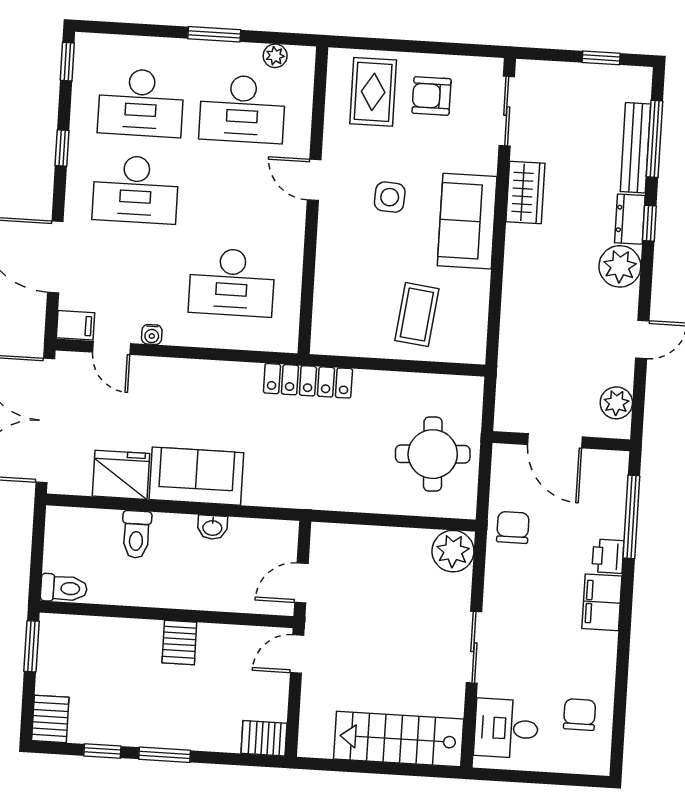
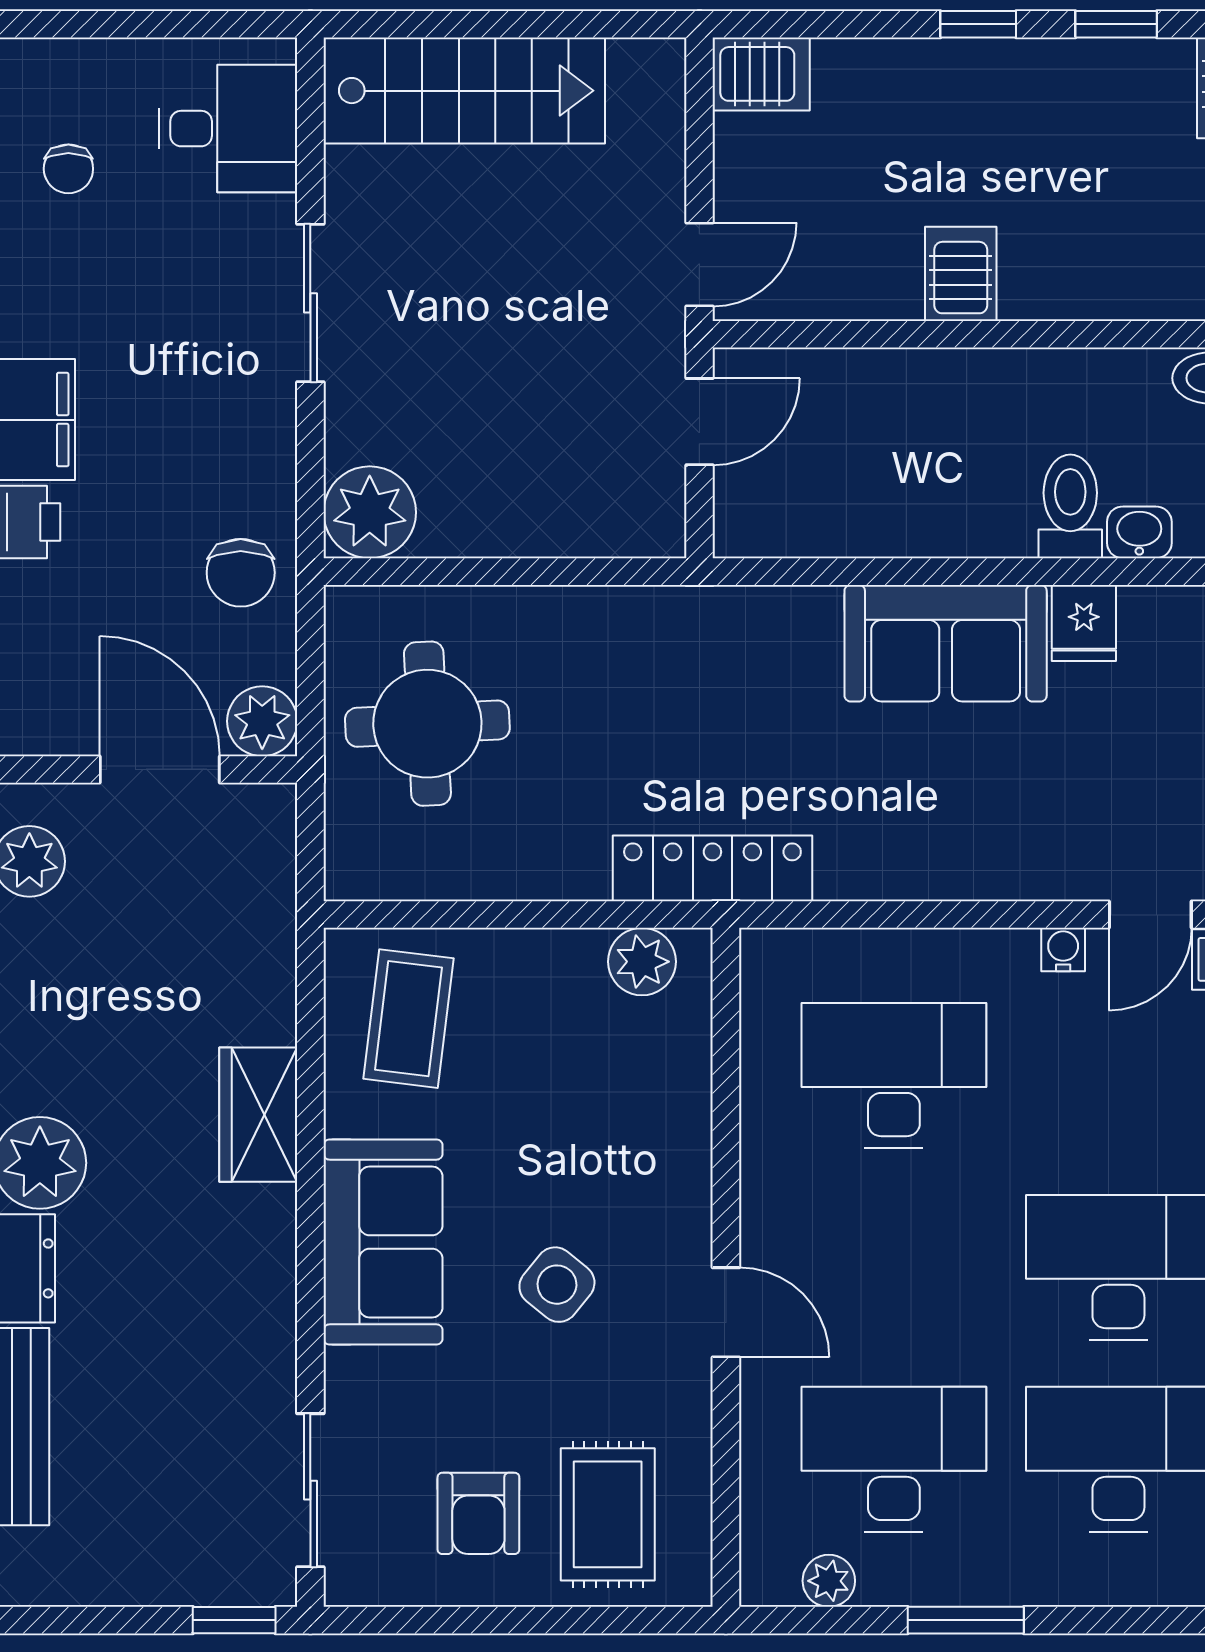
window: (601, 58) -> (234, 1620), moved
armchair: (431, 96) -> (478, 1513), turned 90
wardrobe: (525, 192) -> (258, 1115), moved
side table: (390, 197) -> (557, 1285), turned 36
coffee table: (417, 315) -> (408, 1019), moved
plant: (342, 341) -> (642, 962), added
door: (112, 348) -> (1150, 915), swing flipped
plant: (507, 460) -> (262, 721), added
fridge: (121, 475) -> (1084, 623), width x0.53, depth x0.75
washbasin: (212, 527) -> (1139, 532), moved
chair: (580, 715) -> (68, 169), width x0.73, depth x0.73
window: (165, 755) -> (978, 24), width x0.67

